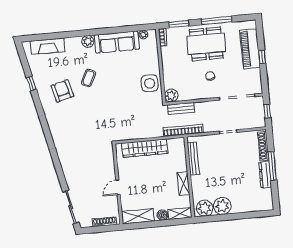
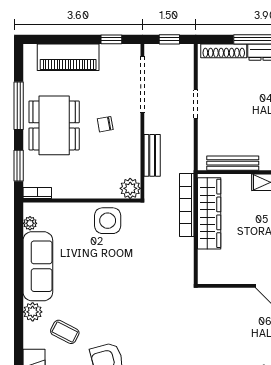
window: (262, 57) -> (111, 39), moved
coffee table: (89, 78) -> (65, 332), moved
bench: (181, 109) -> (152, 155), moved
bookcase: (183, 130) -> (187, 205), moved
wardrobe: (145, 148) -> (209, 213), moved

